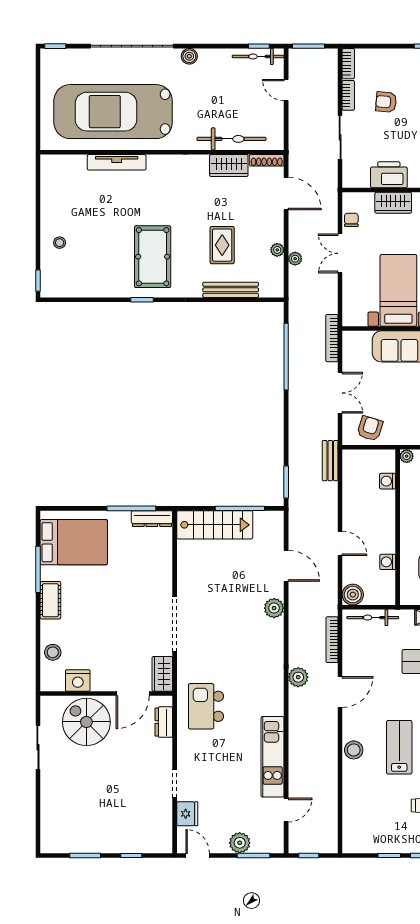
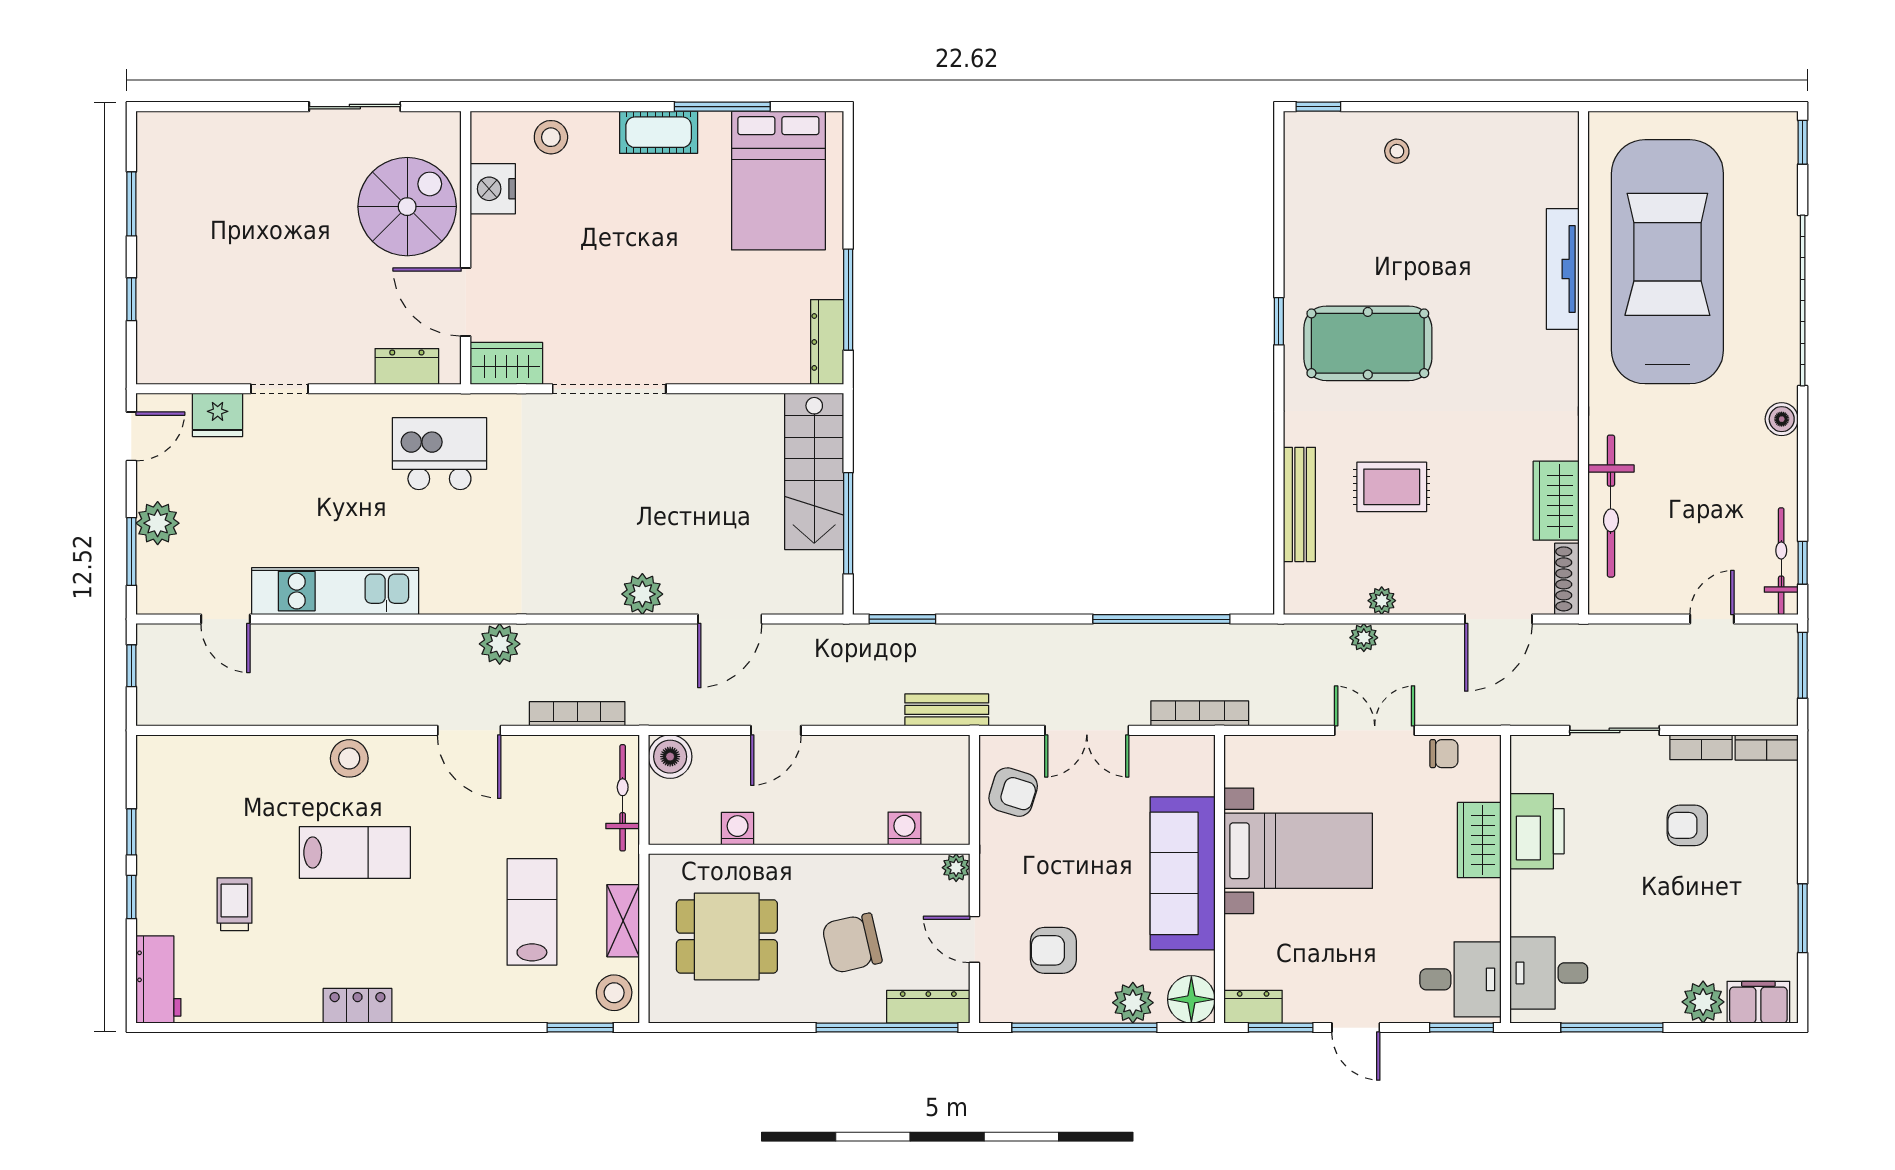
armchair: (386, 102) -> (1687, 825), turned -95

